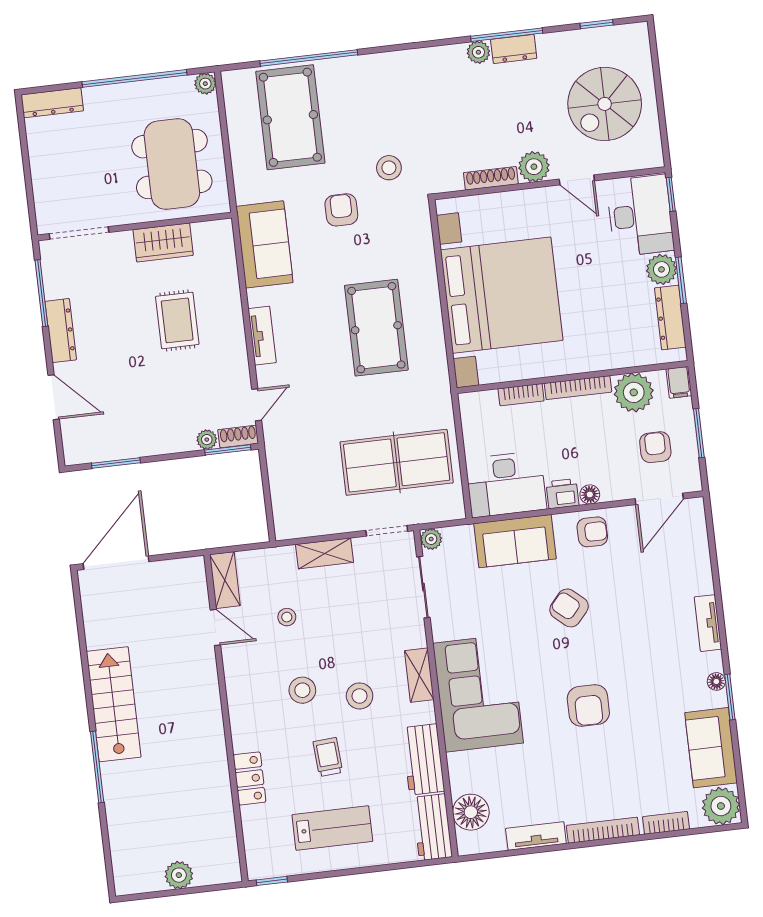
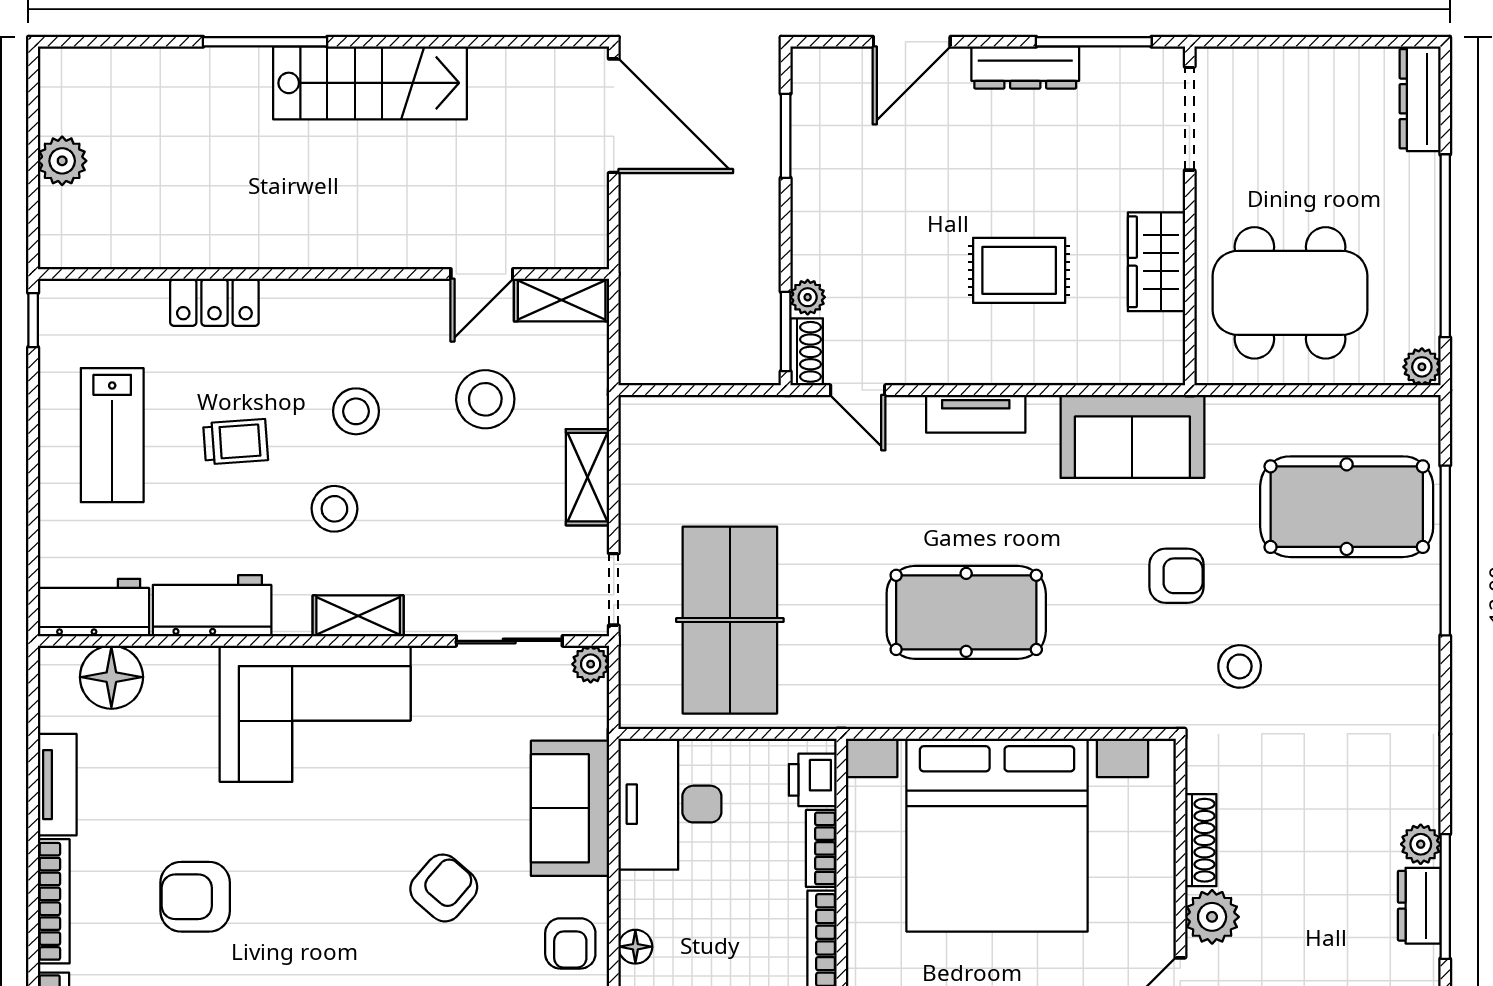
printer: (562, 494) -> (813, 780), moved, turned 180
stool: (287, 617) -> (485, 399), width x1.89, depth x1.89
armchair: (588, 705) -> (195, 897), moved

